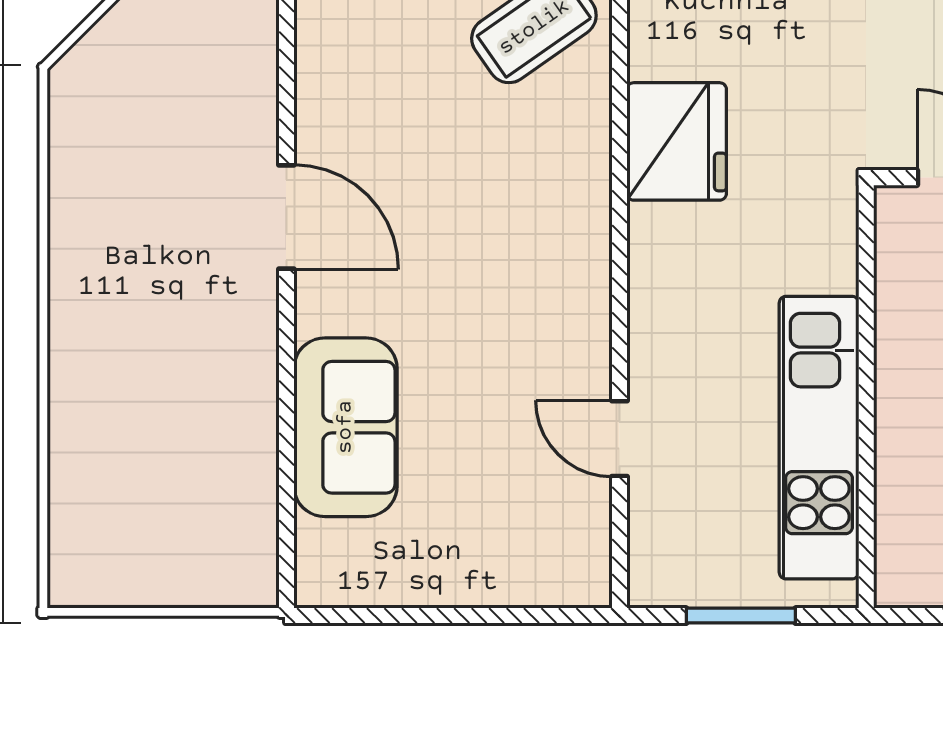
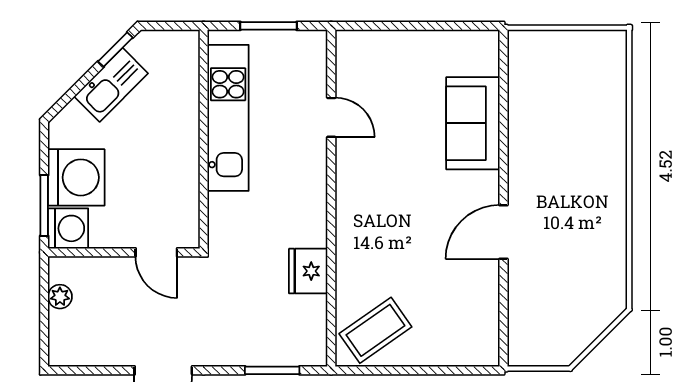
fridge: (677, 141) -> (308, 271), width x0.73, depth x0.75
door: (286, 217) -> (503, 232), hinge flipped

